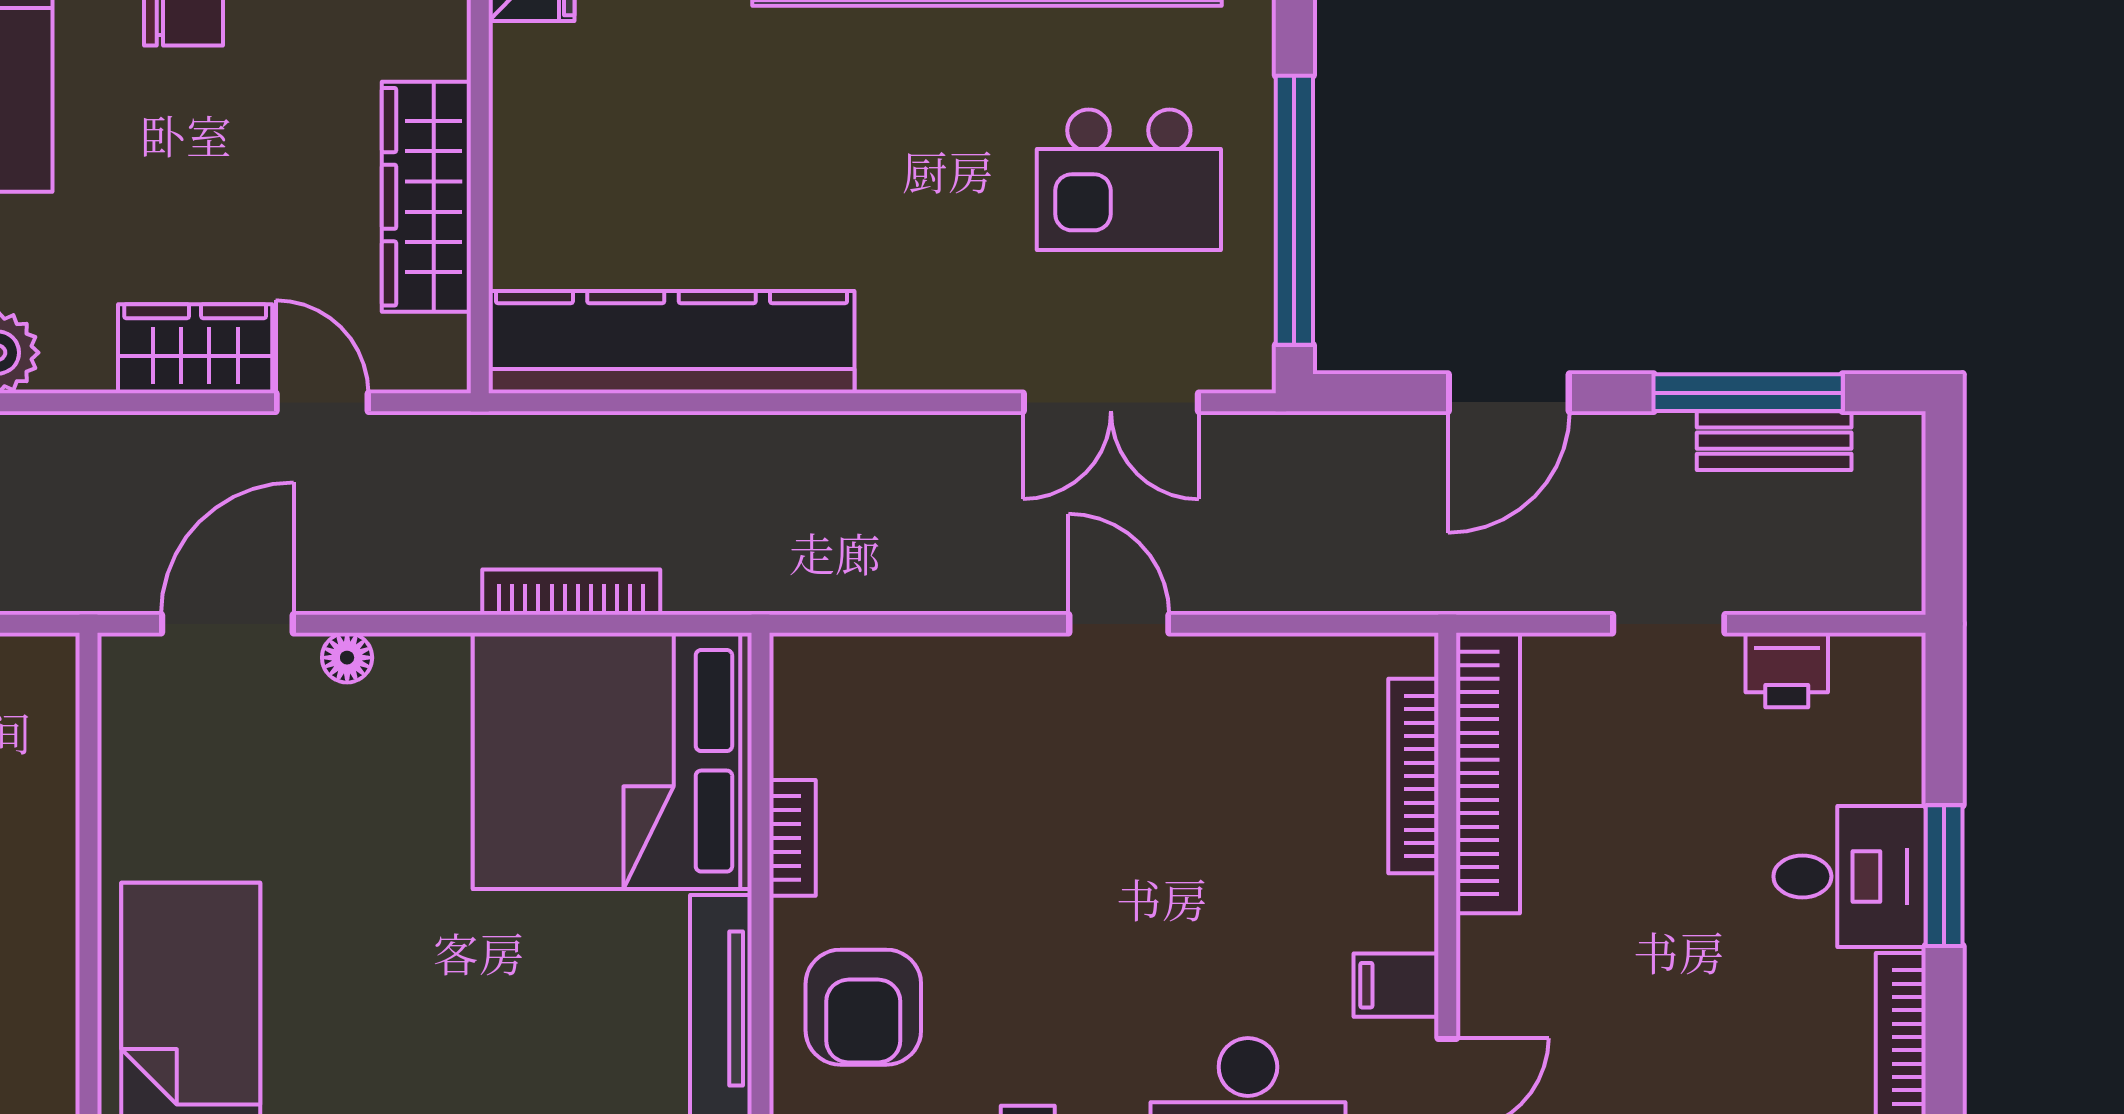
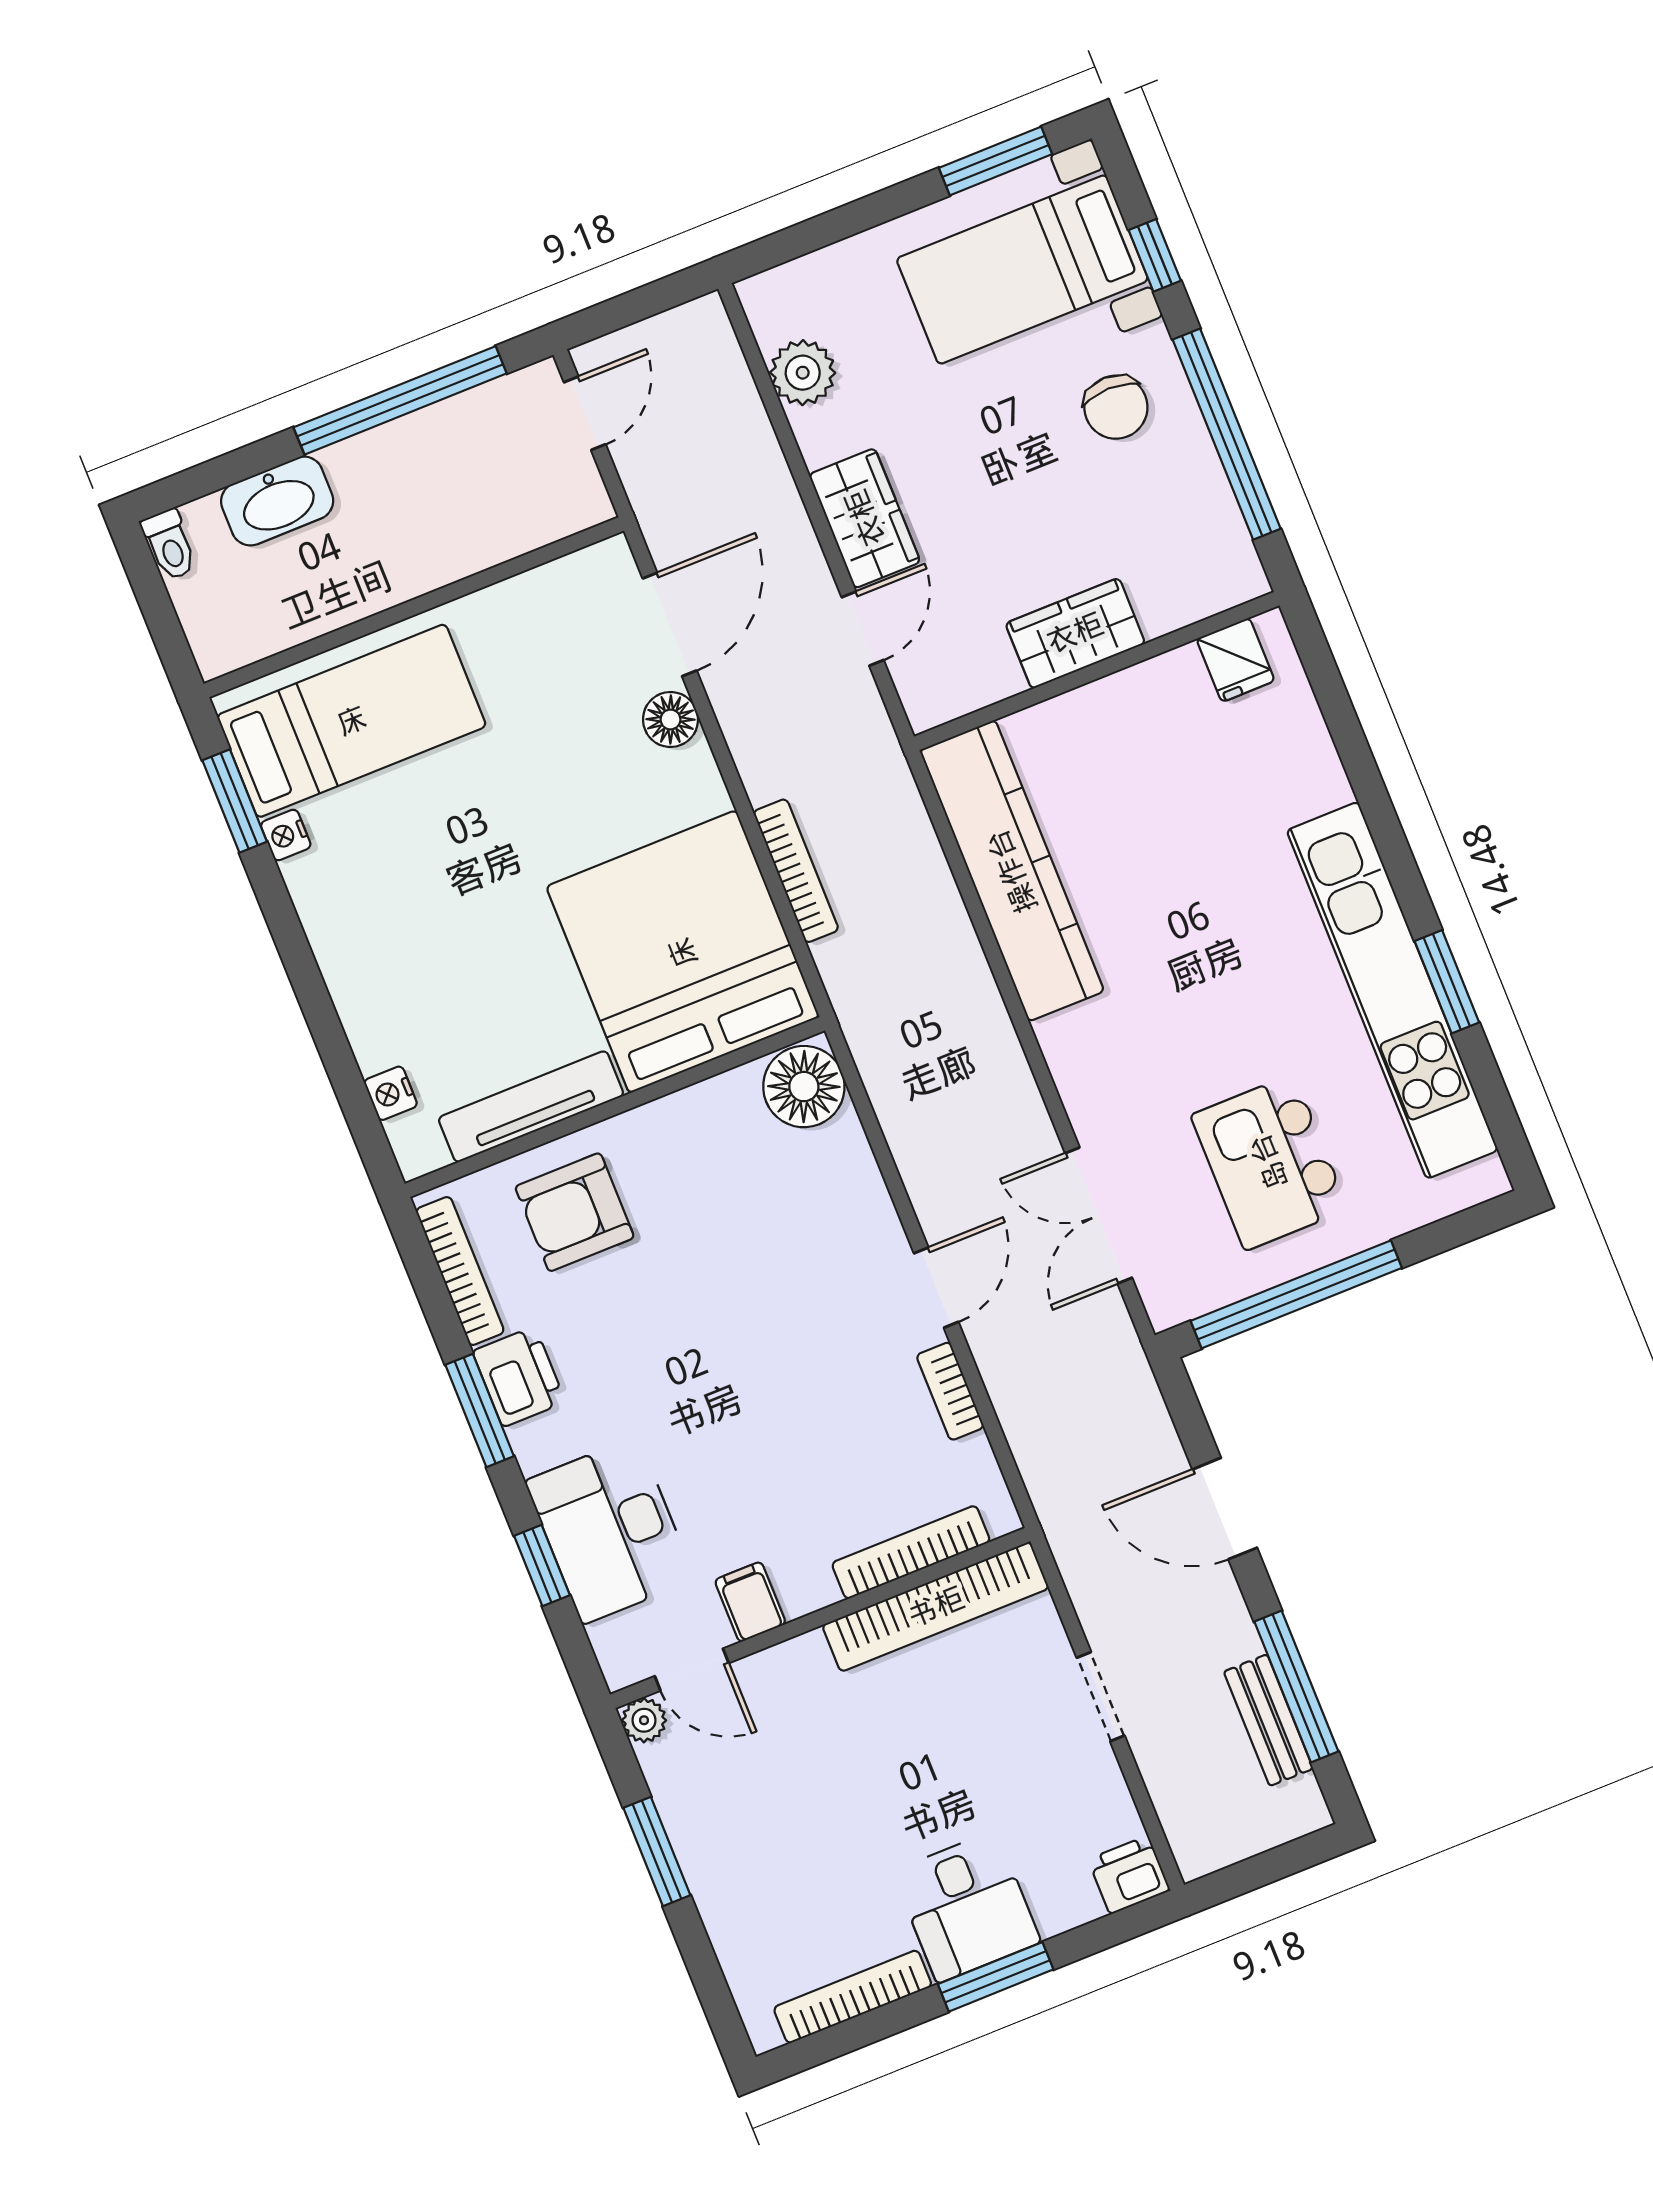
wardrobe: (426, 197) -> (1075, 633), width x0.67
door: (227, 624) -> (670, 625), hinge flipped
floor lamp: (347, 658) -> (671, 719), width x1.37, depth x1.37
printer: (1787, 670) -> (1129, 1875), moved, turned 90
floor lamp: (825, 683) -> (804, 1087), added
bookcase: (792, 838) -> (950, 1391), moved, turned 90

